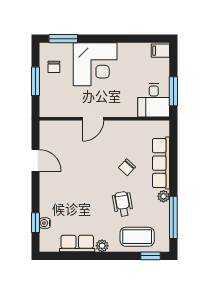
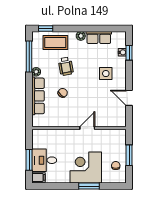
window: (63, 39) -> (89, 186), moved
window: (173, 91) -> (29, 160), moved
desk: (154, 100) -> (44, 160), moved, turned -90
side table: (68, 194) -> (106, 74), added

